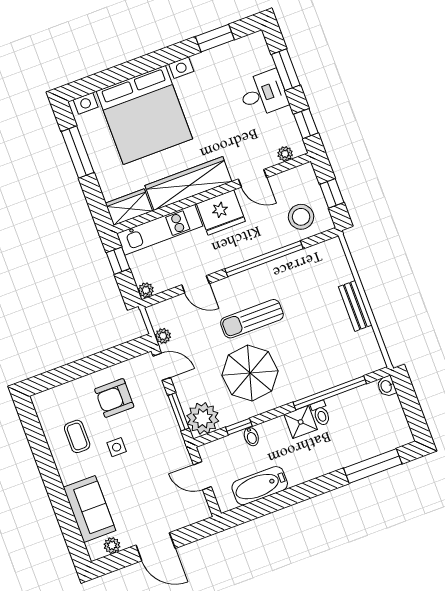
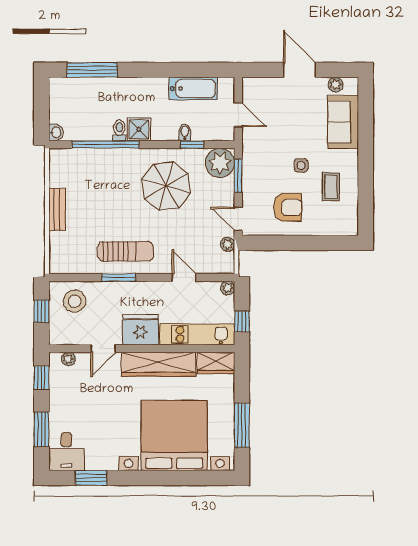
desk: (263, 94) -> (66, 452), moved, turned -90
door: (253, 178) -> (103, 349), swing flipped
window: (264, 259) -> (119, 278), width x0.47
sun lounger: (252, 319) -> (125, 251), moved

